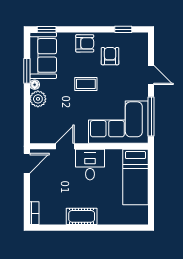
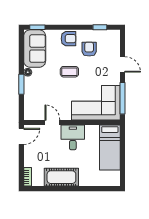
window: (27, 71) -> (21, 84), moved
plant: (38, 99) -> (30, 84), removed
door: (65, 146) -> (52, 122), hinge flipped
cot: (82, 216) -> (61, 177), width x1.37, depth x1.34

